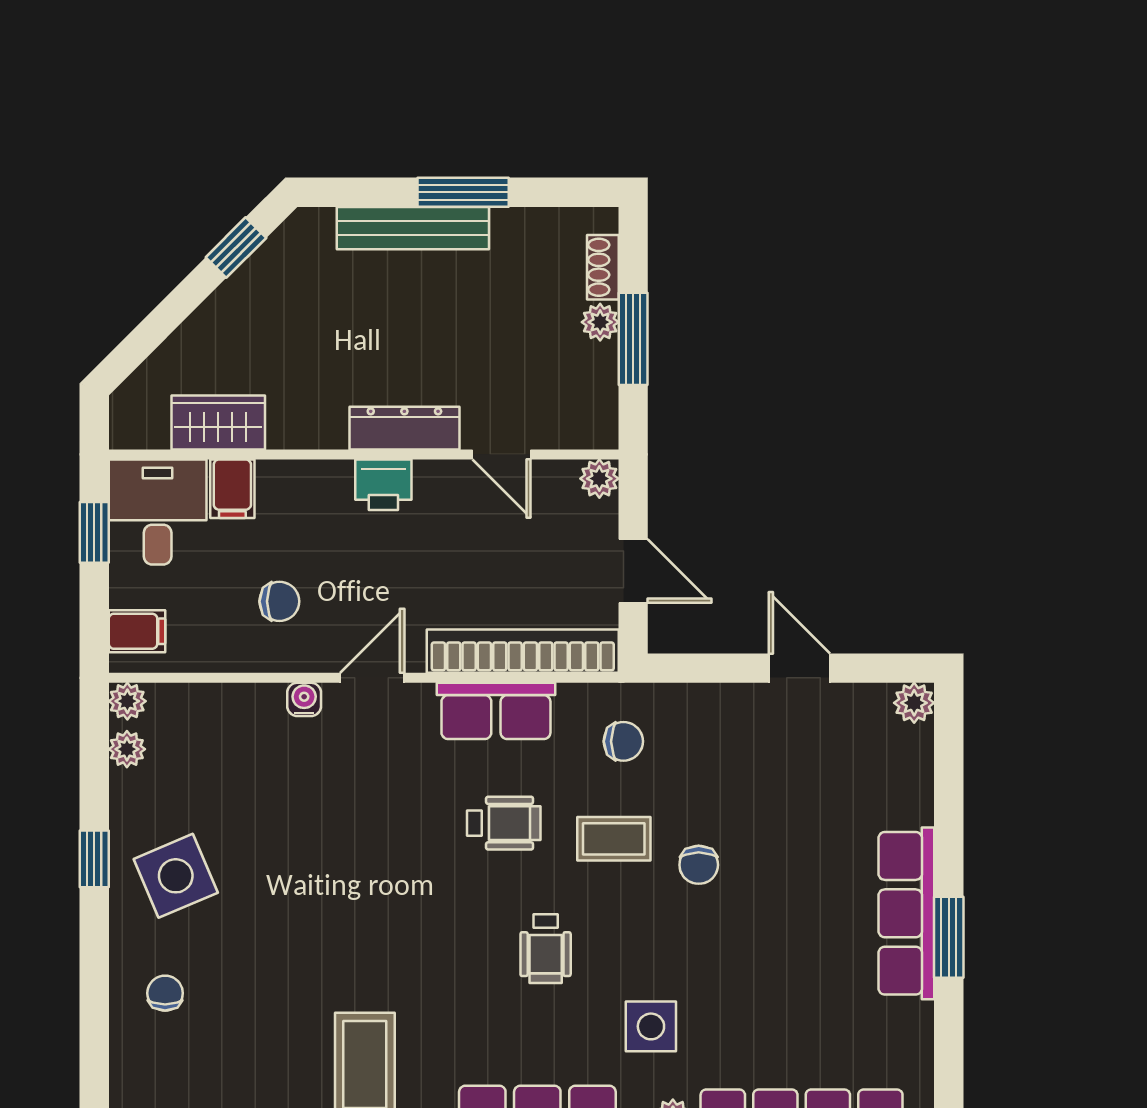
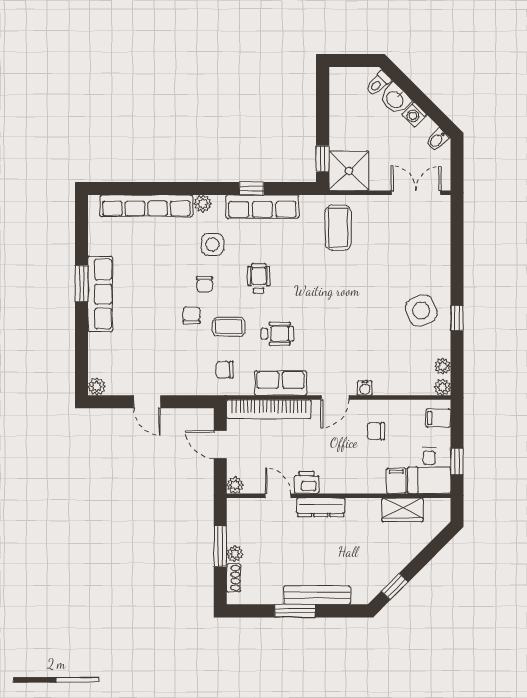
printer: (383, 485) -> (307, 482), moved
wheelchair: (504, 823) -> (277, 334), turned 180
chair: (165, 993) -> (205, 284), moved

